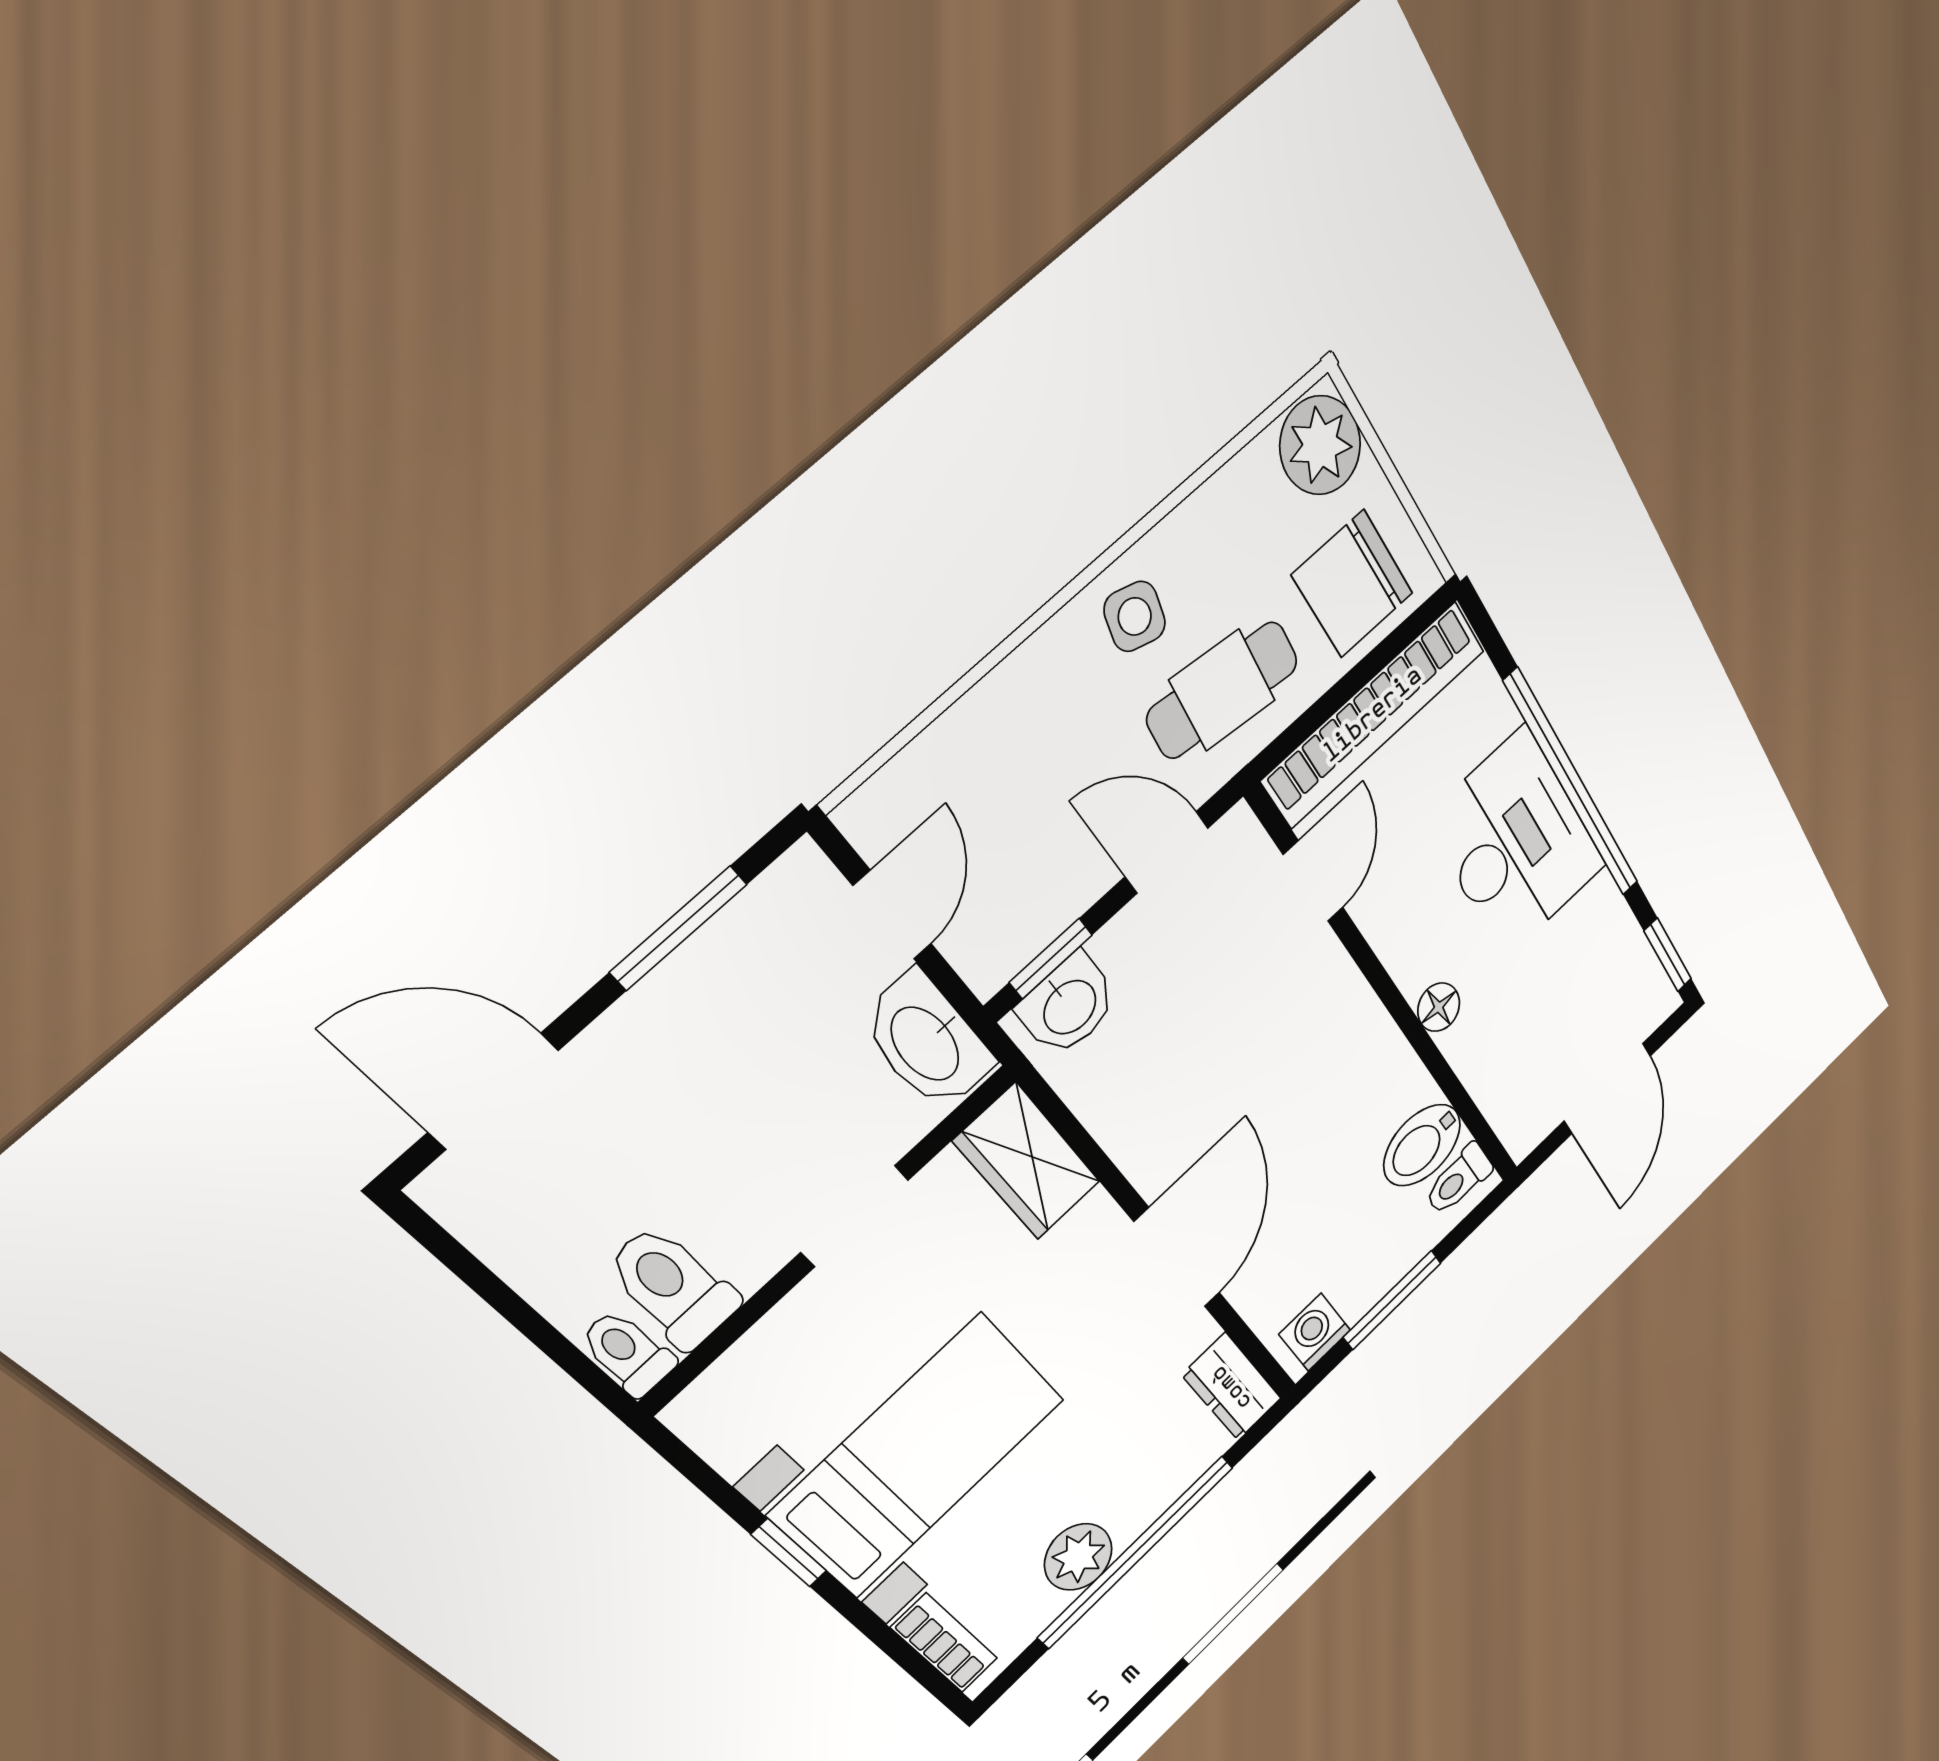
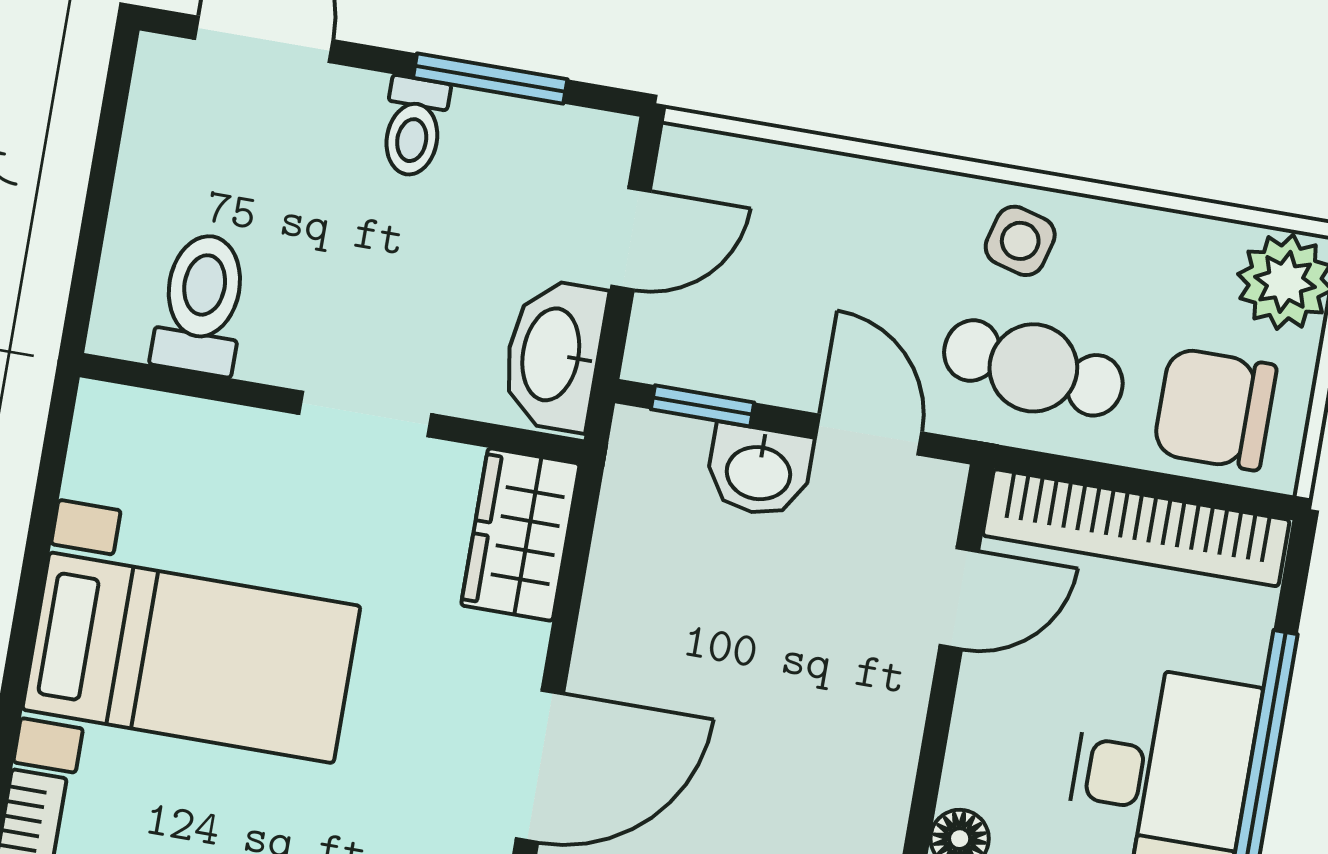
washbasin: (1069, 1006) -> (759, 471), moved
toilet: (628, 1353) -> (414, 127), moved, turned 180
window: (789, 1553) -> (28, 604), removed

